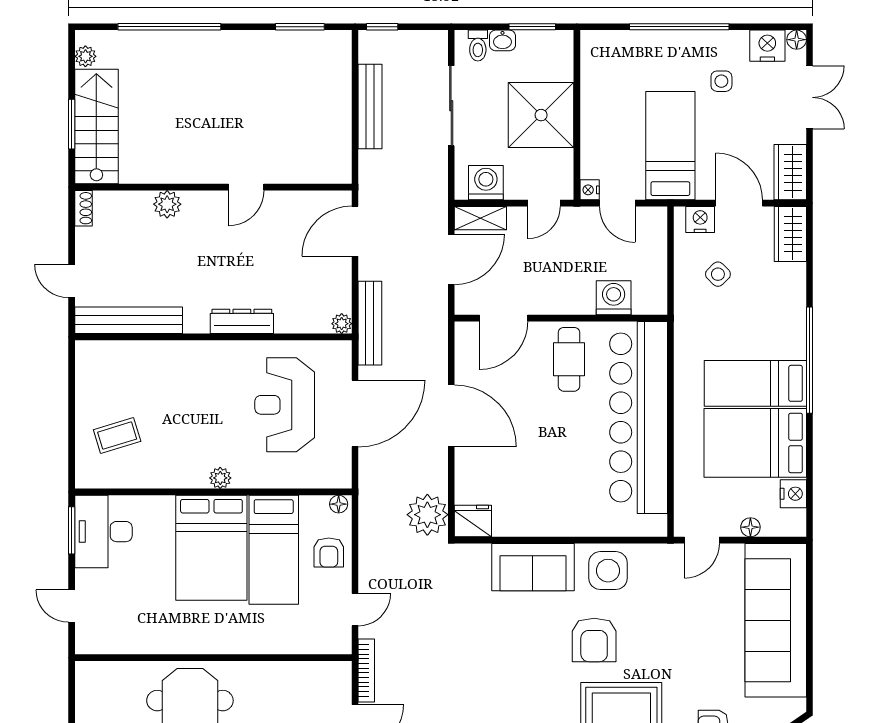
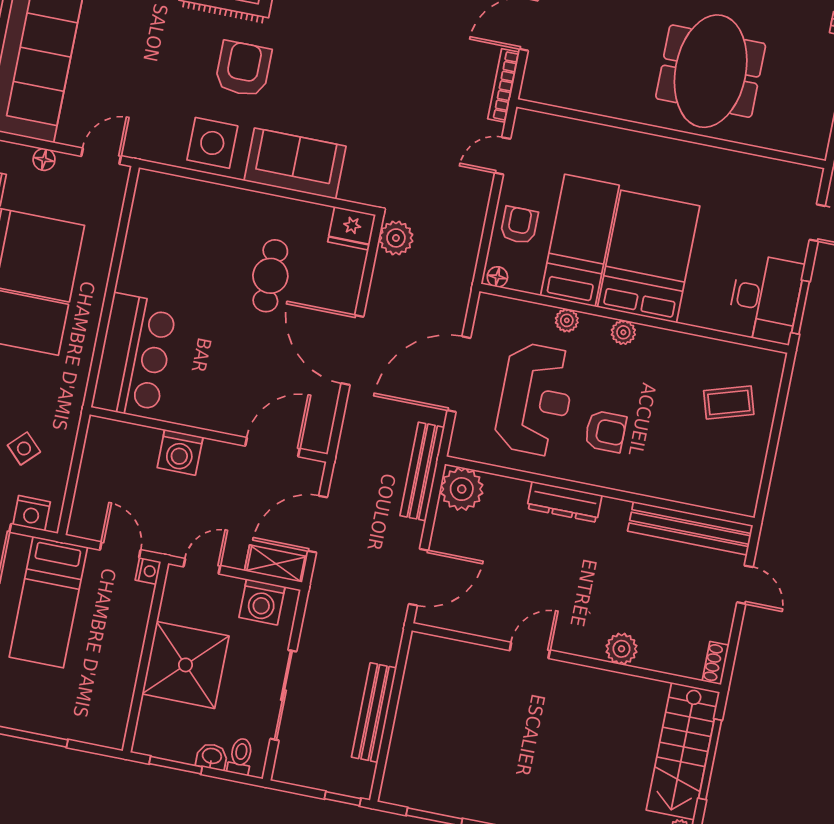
window: (72, 124) -> (710, 759), width x1.44
washing machine: (614, 298) -> (180, 452), moved
plant: (342, 324) -> (462, 489), width x1.87, depth x1.87
cafe table: (569, 359) -> (270, 276), moved
armchair: (219, 389) -> (605, 431), added
bar counter: (639, 417) -> (134, 356), width x0.54
plant: (271, 478) -> (567, 320), added
plant: (427, 515) -> (396, 238), width x0.73, depth x0.73

